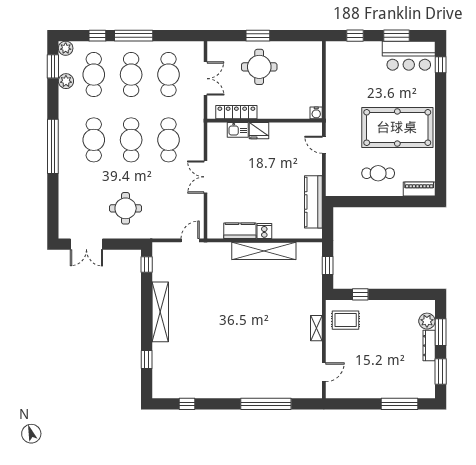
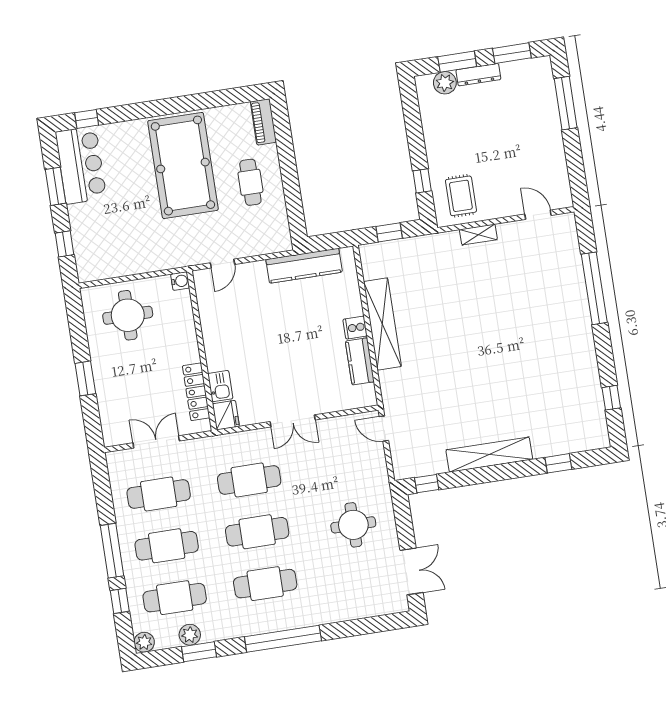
window: (53, 66) -> (199, 652), moved
round table: (259, 67) -> (128, 315), moved
fridge: (259, 131) -> (226, 415), moved

